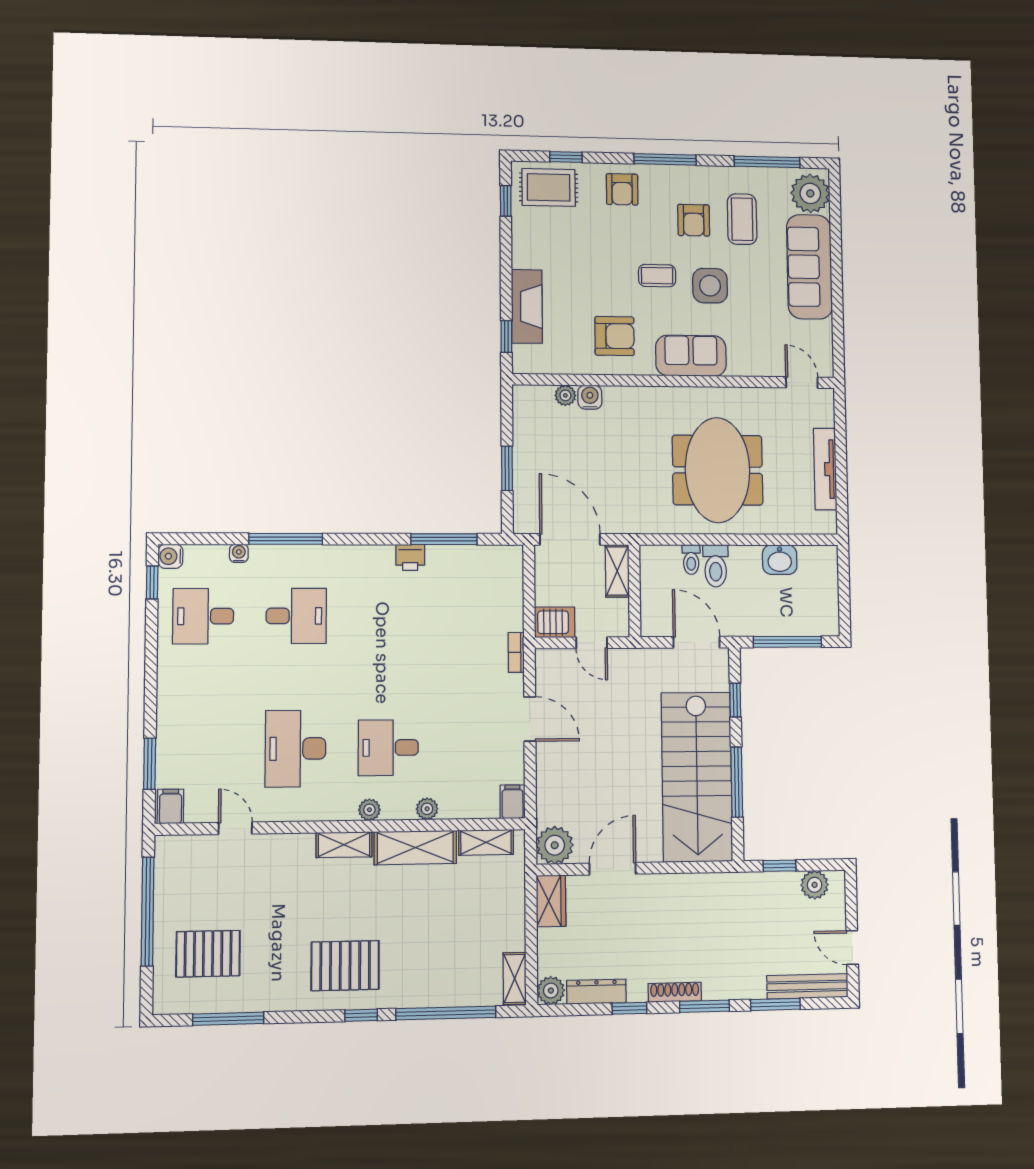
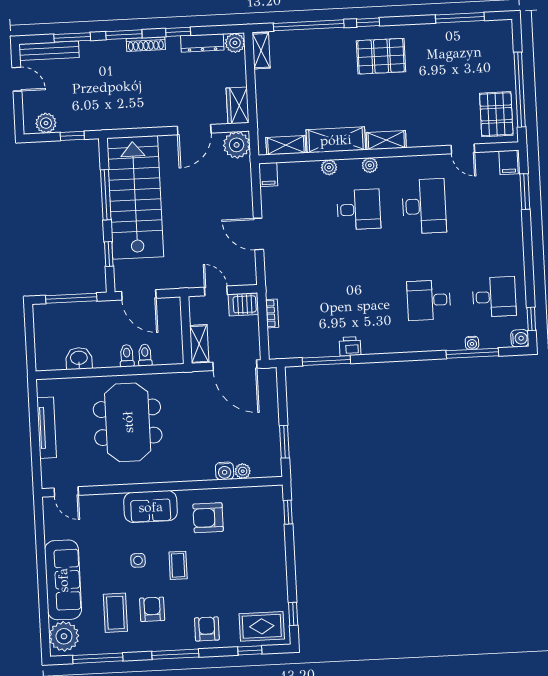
coffee table: (657, 276) -> (178, 565), turned 90
side table: (710, 286) -> (138, 560), width x0.54, depth x0.54
fireplace: (527, 306) -> (274, 536), removed
window: (507, 468) -> (284, 442), moved
window: (286, 539) -> (472, 353), moved
toilet: (716, 566) -> (127, 356), width x0.73, depth x0.72
bookcase: (516, 652) -> (272, 313), moved
pallet: (208, 954) -> (496, 114), moved, turned 90

